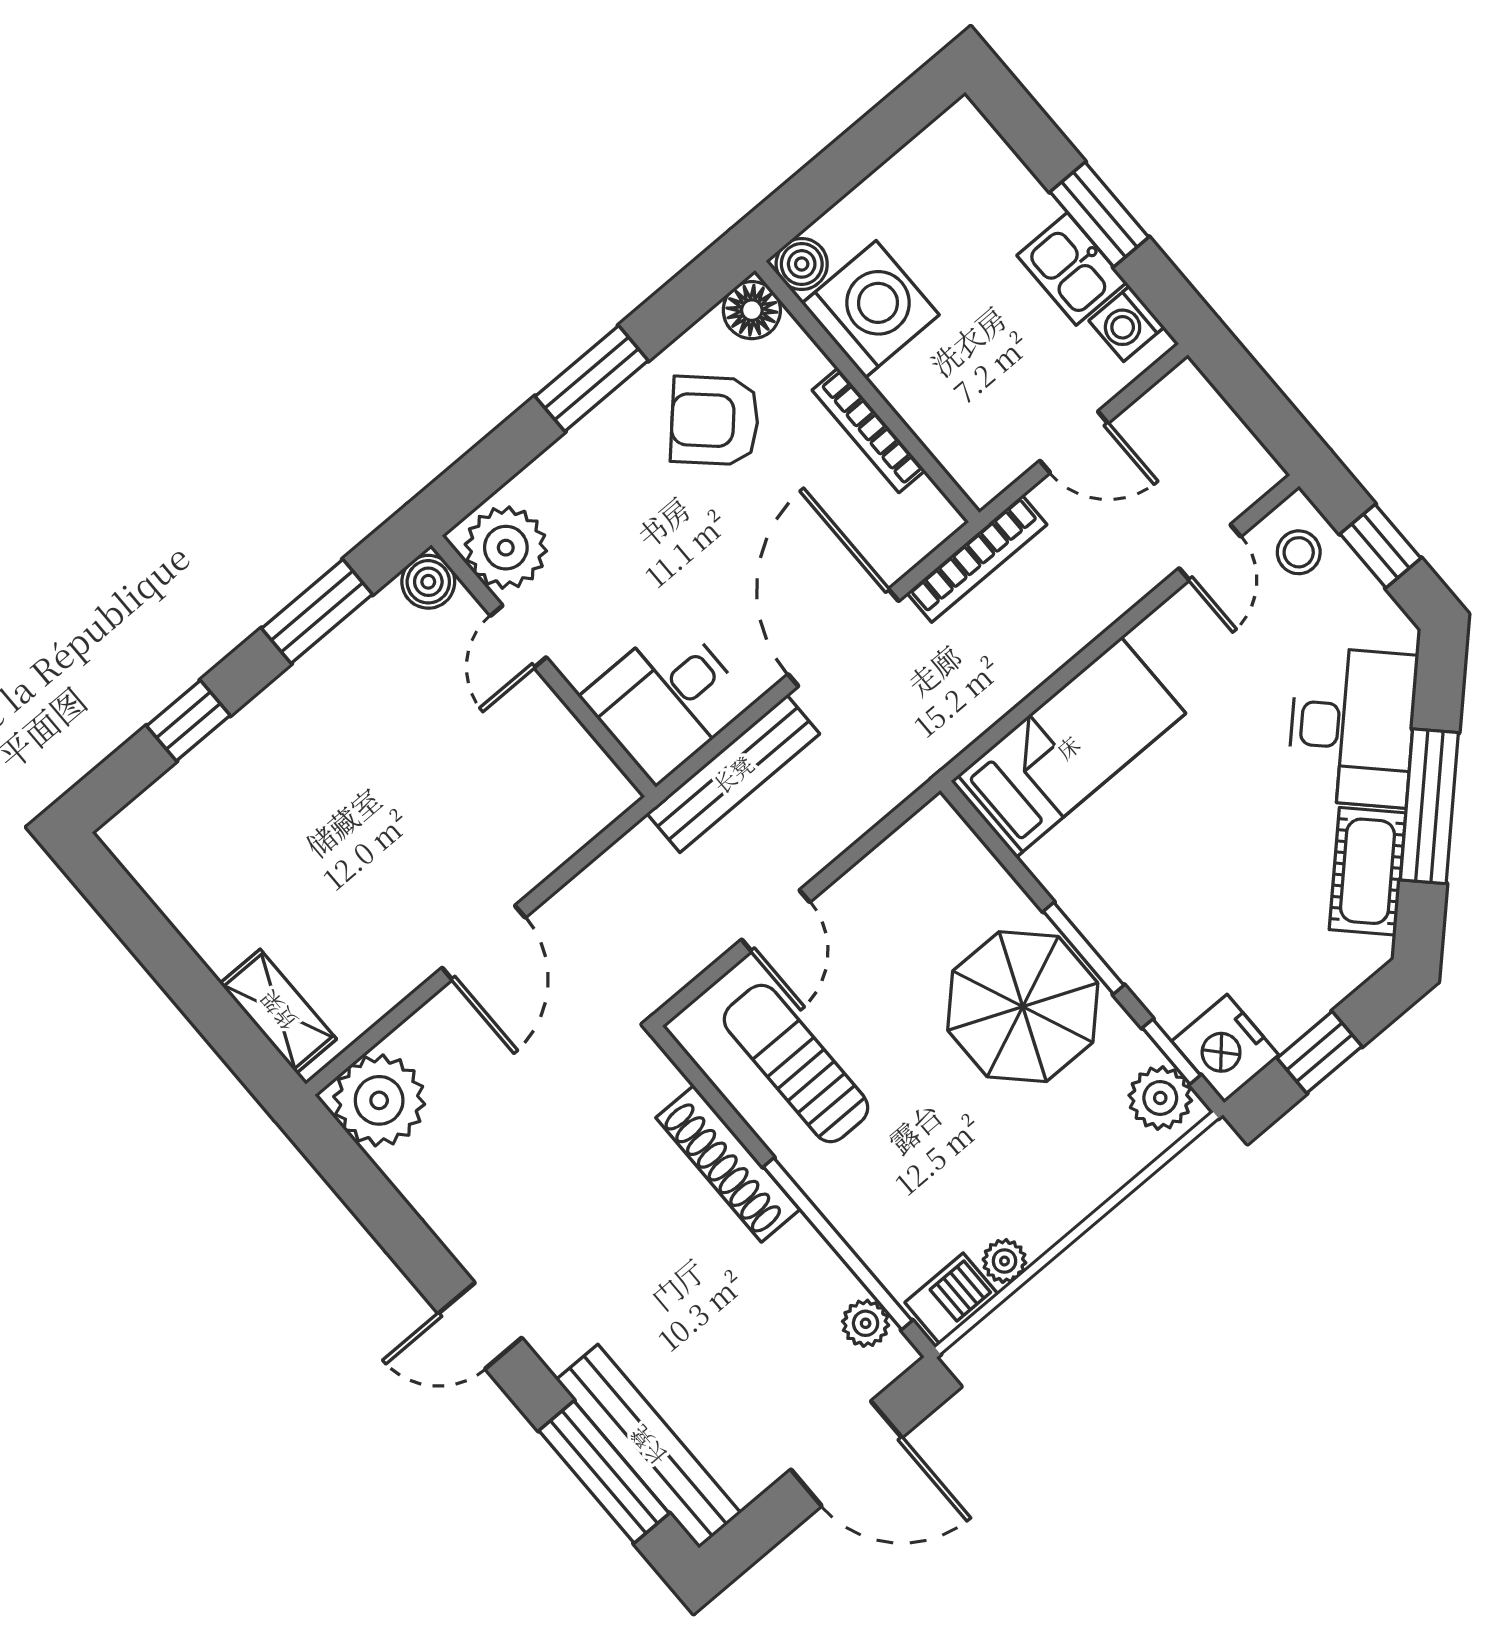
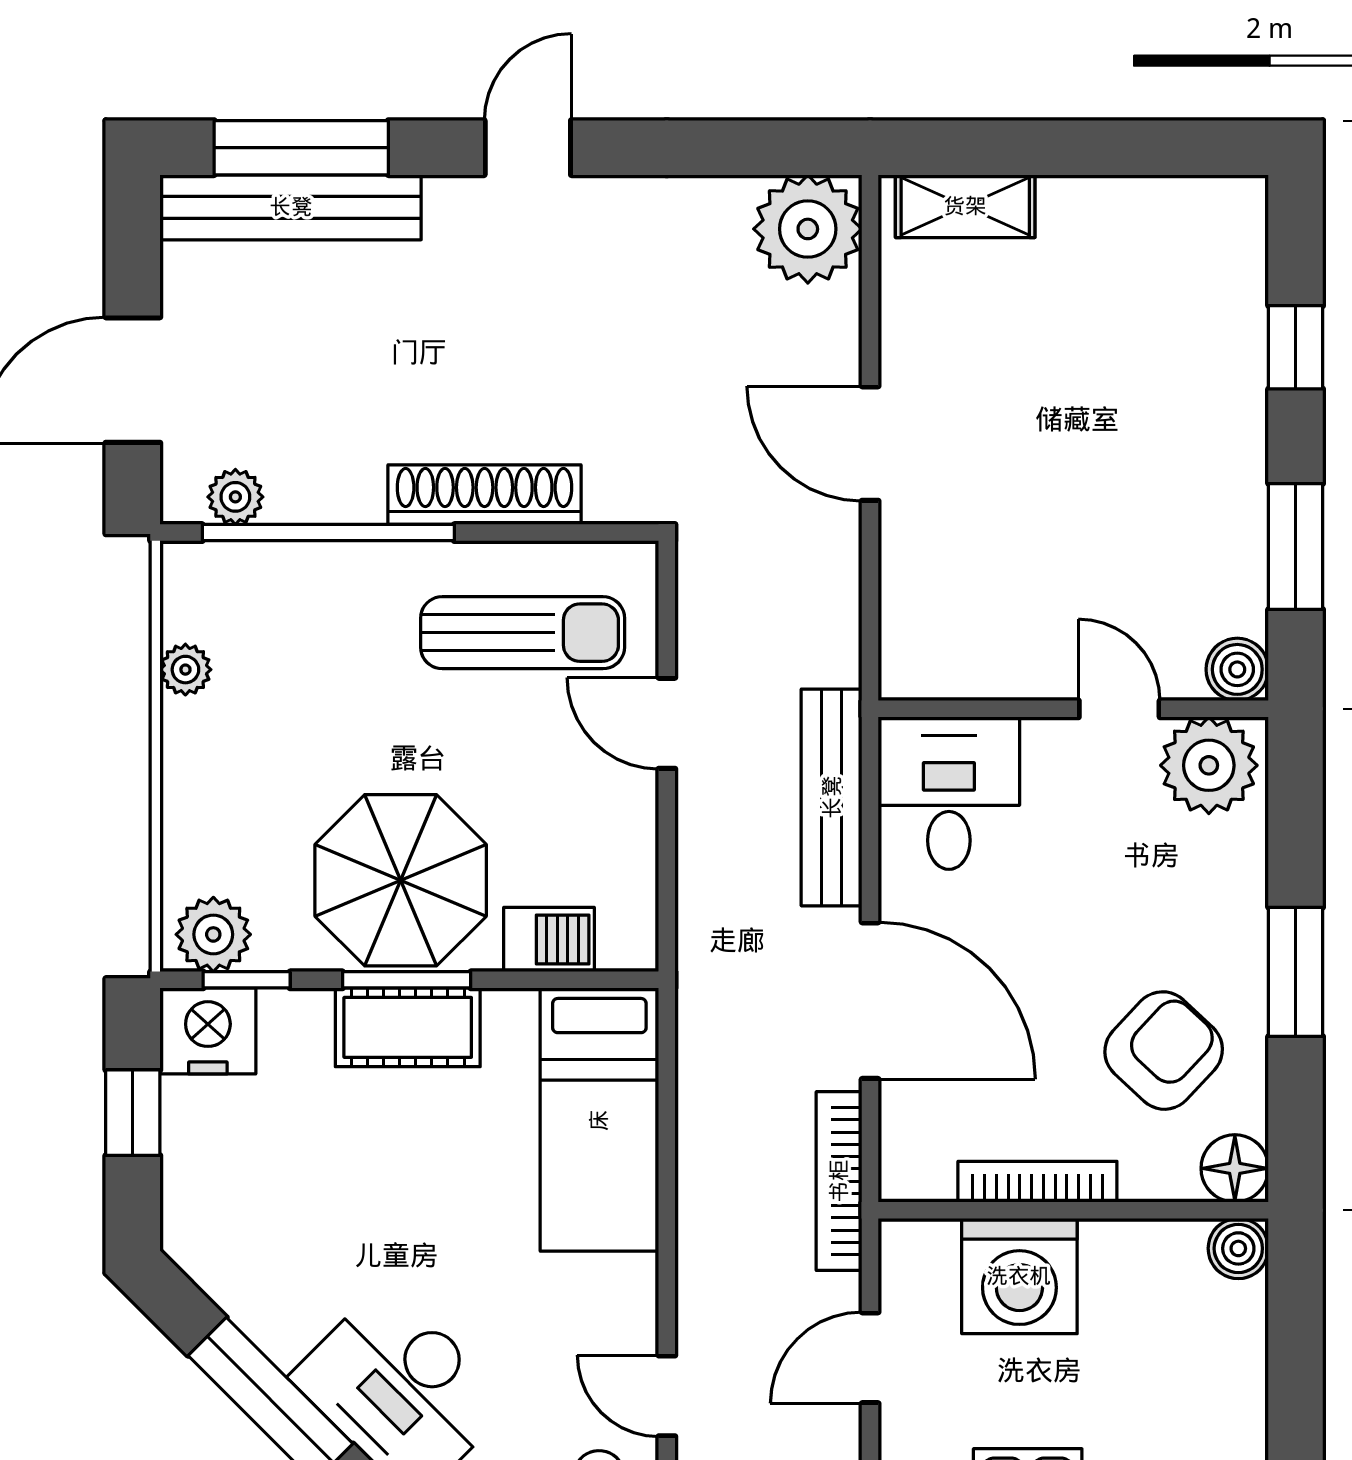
washing machine: (871, 309) -> (1019, 1276), moved
cot: (1368, 871) -> (408, 1027), moved, turned -45
barbecue: (952, 1298) -> (549, 939), moved, turned -90

